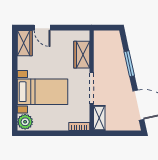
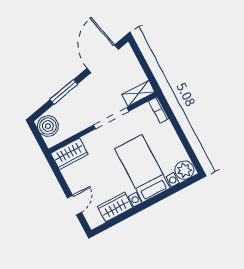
boiler: (110, 39) -> (48, 126), added
wardrobe: (25, 43) -> (115, 207), moved
wardrobe: (82, 55) -> (69, 154), moved

